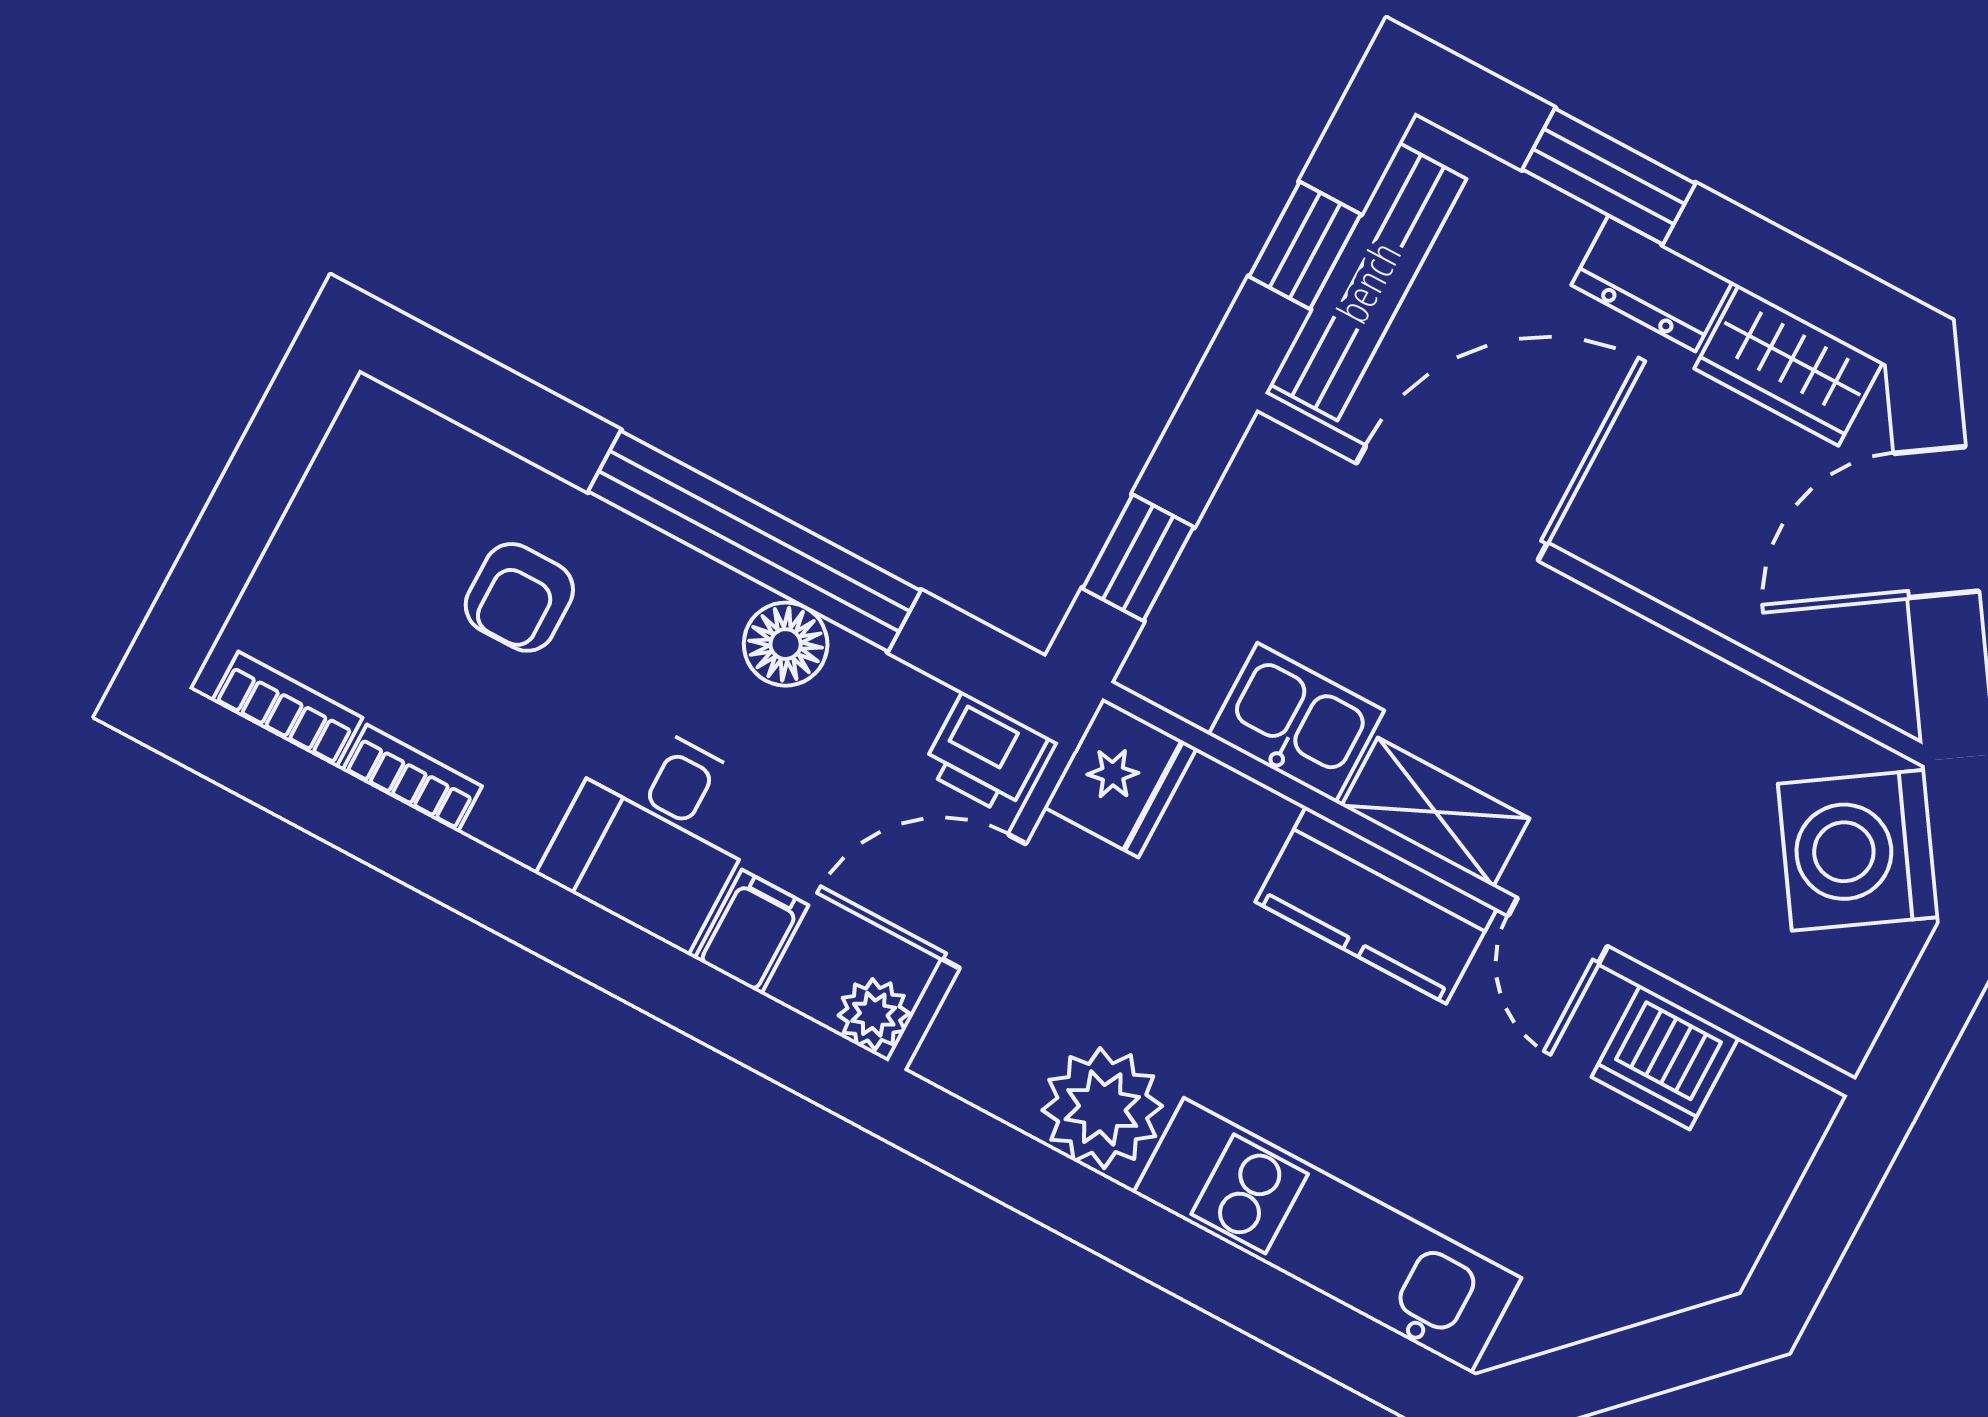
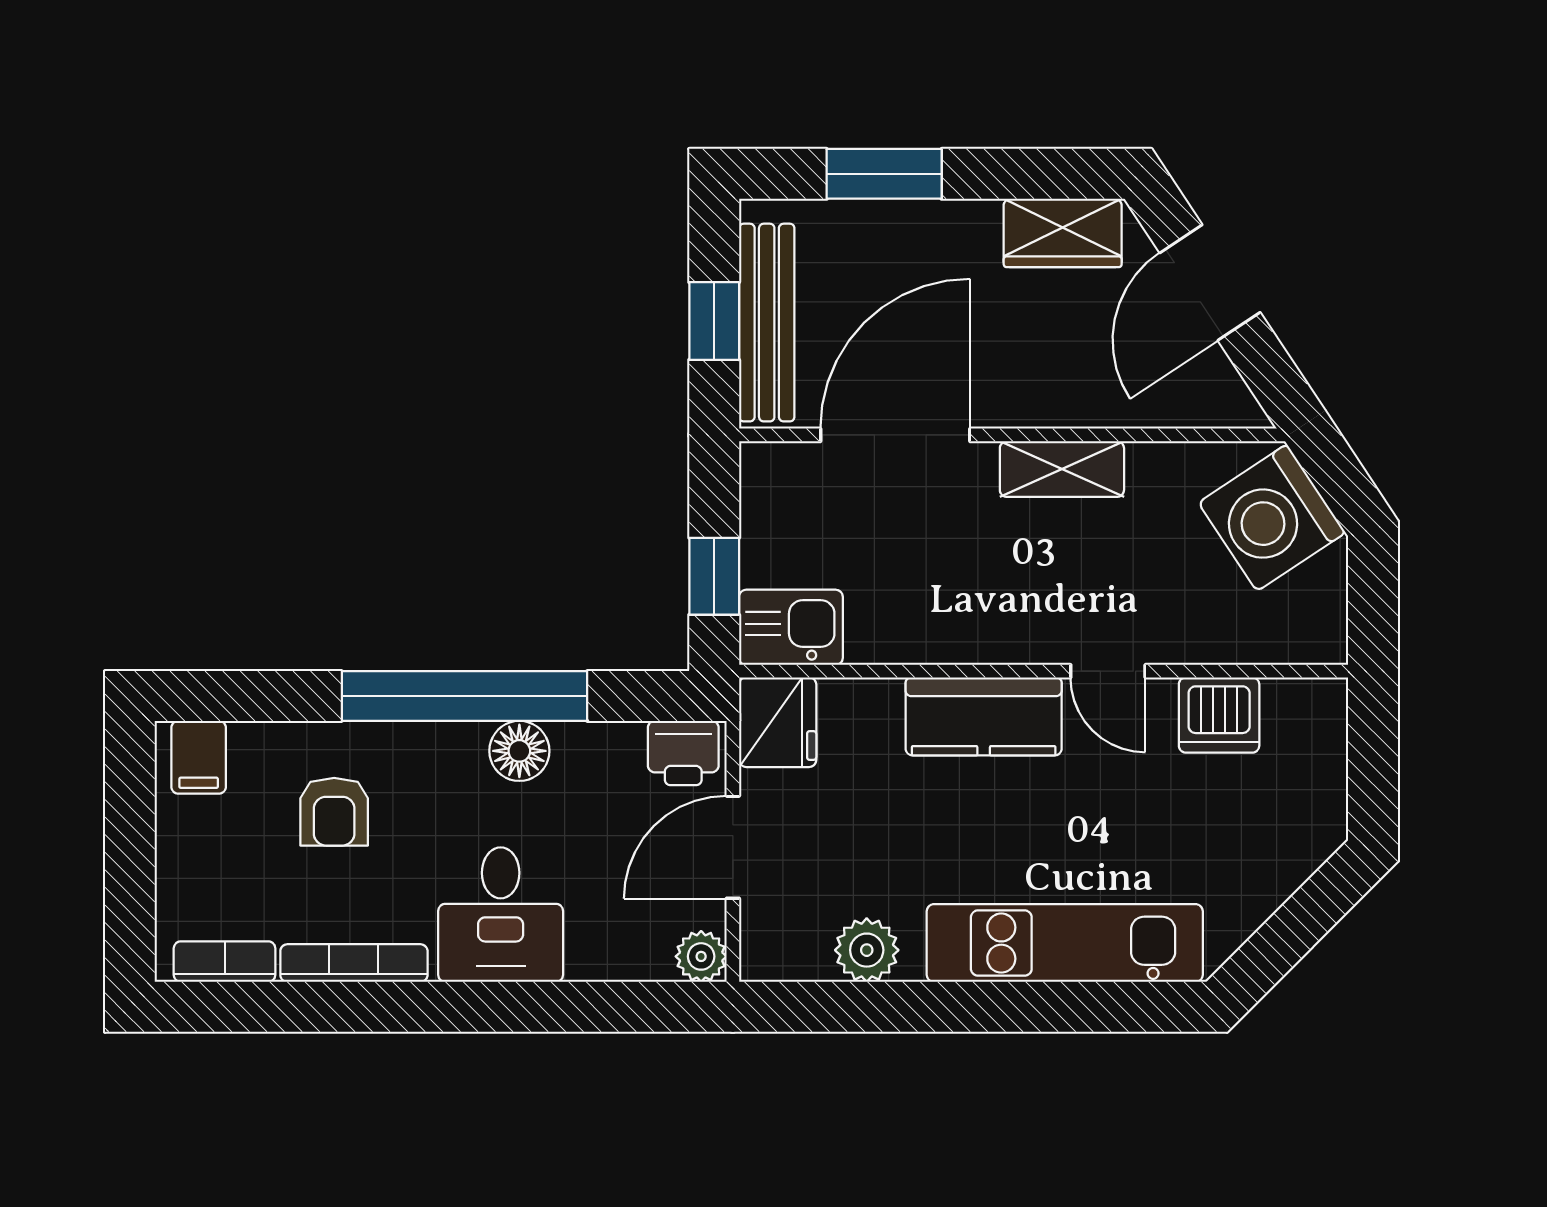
dresser: (1652, 283) -> (948, 227), removed
kitchen sink: (1296, 723) -> (791, 627), moved
bookcase: (412, 778) -> (354, 963), width x1.56
shelving: (1436, 812) -> (1062, 469), moved
filing cabinet: (751, 932) -> (199, 757), moved, turned 180
plant: (1102, 1108) -> (867, 950), width x0.73, depth x0.73

